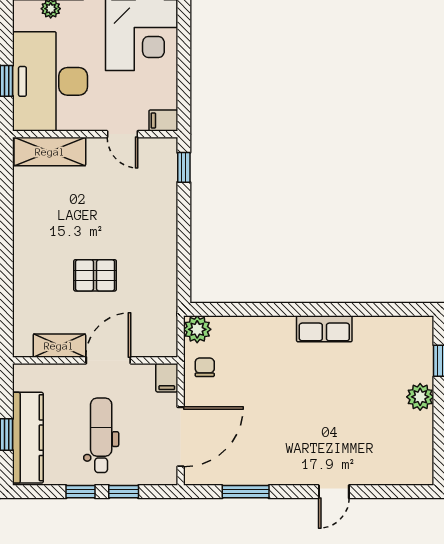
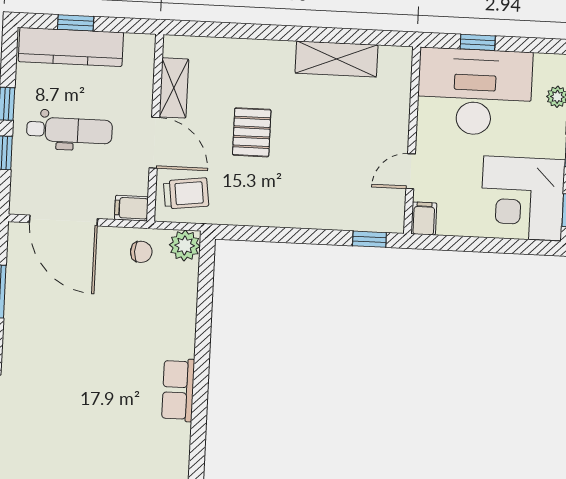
shelving: (50, 152) -> (337, 59), moved, turned 90
trolley: (152, 330) -> (186, 193), added

